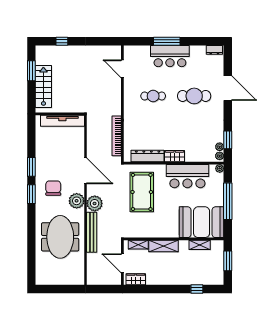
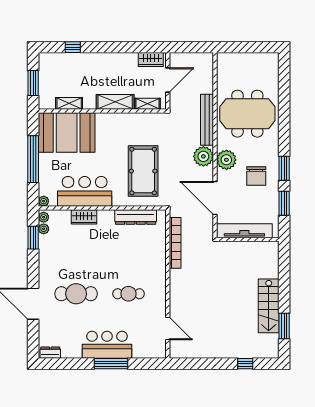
wall: (60, 114) -> (248, 239), moved
tv unit: (62, 121) -> (244, 231), moved
wardrobe: (175, 156) -> (84, 217), moved
meeting table: (60, 237) -> (247, 114), turned 90
door: (122, 263) -> (168, 80), hinge flipped

